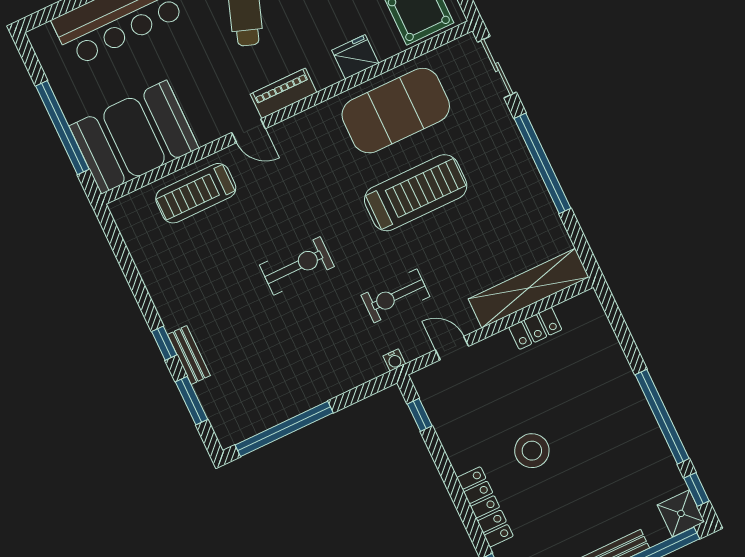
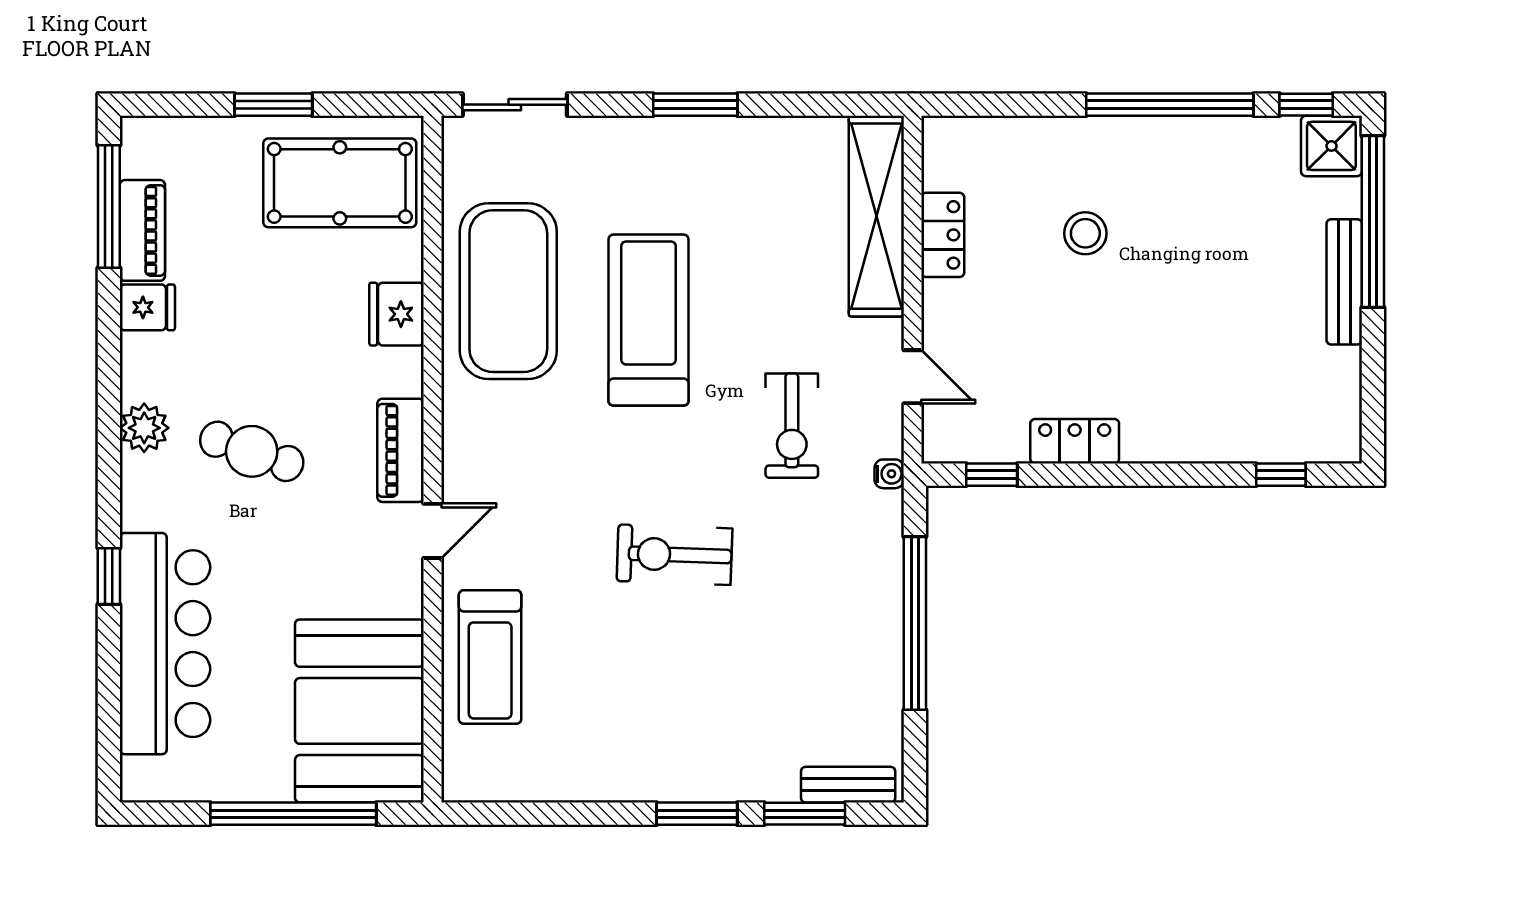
window: (542, 163) -> (695, 105), width x0.47
exercise bike: (297, 266) -> (674, 555), turned -88
window: (164, 343) -> (697, 814), width x1.50
door: (452, 348) -> (913, 377), swing flipped
bench: (189, 355) -> (848, 785), moved
window: (284, 429) -> (915, 623), moved
stool: (532, 451) -> (1085, 233), moved, width x0.73, depth x0.73
locker: (485, 507) -> (1075, 441), moved, width x0.66

